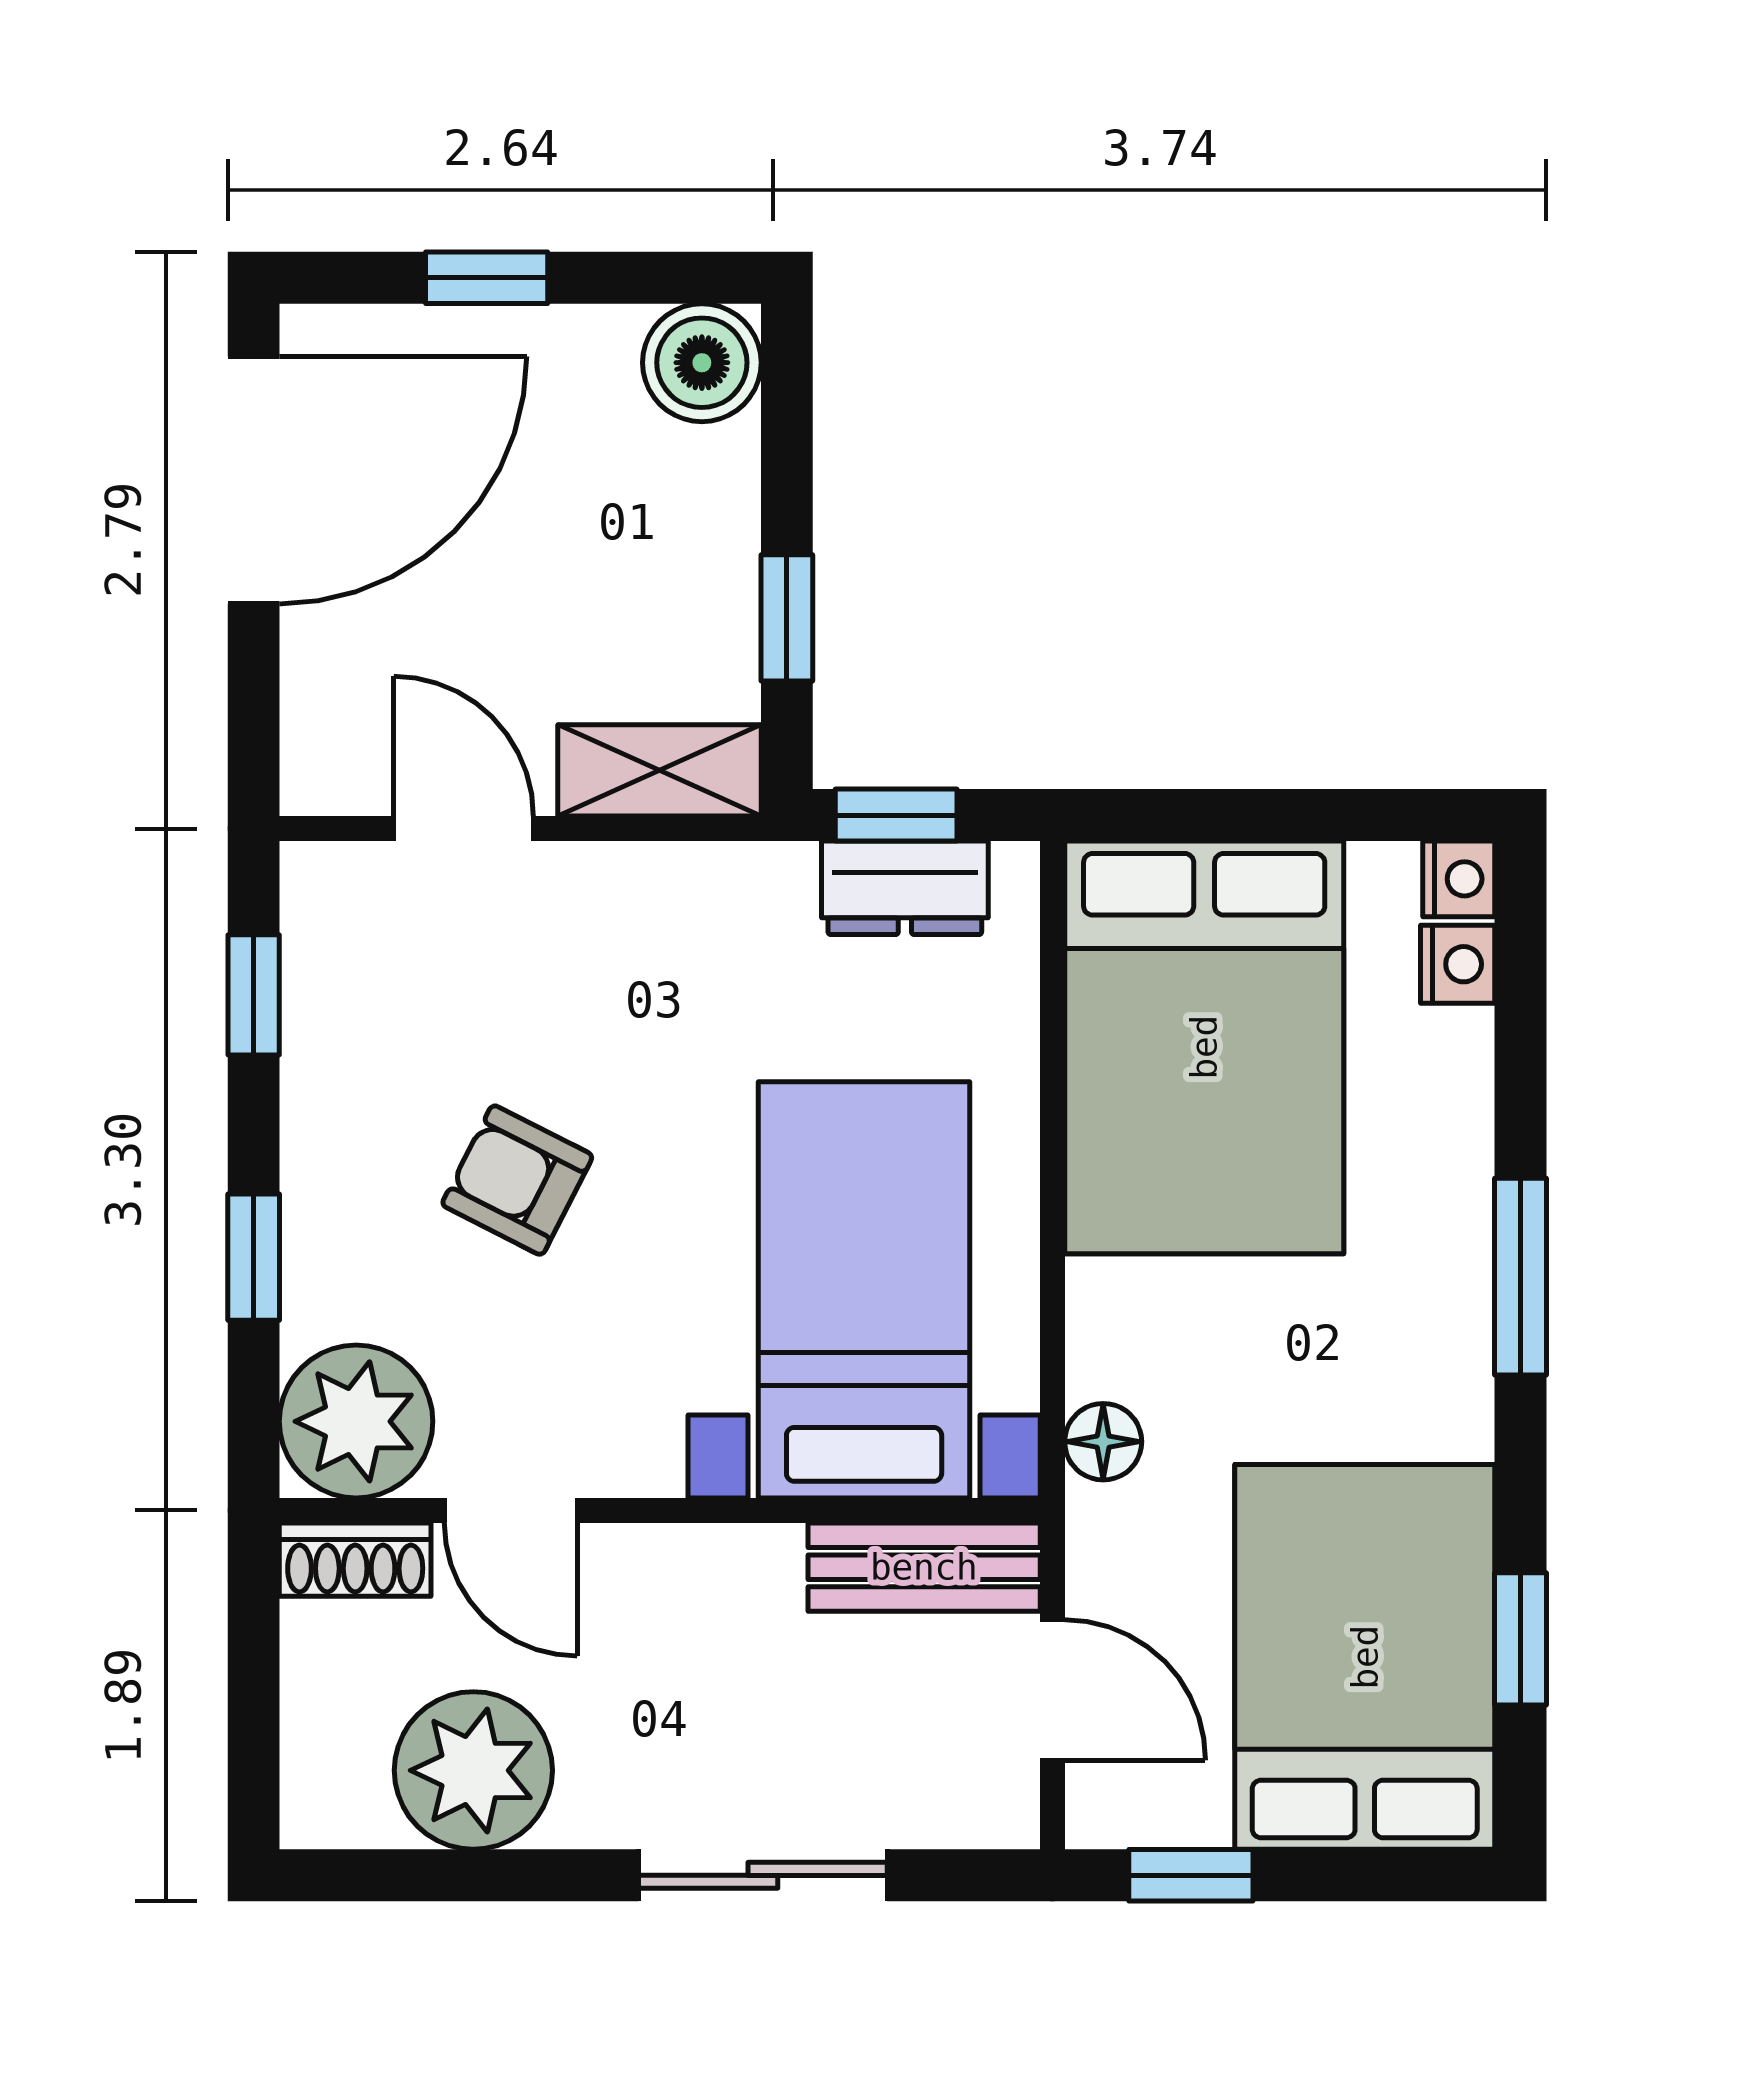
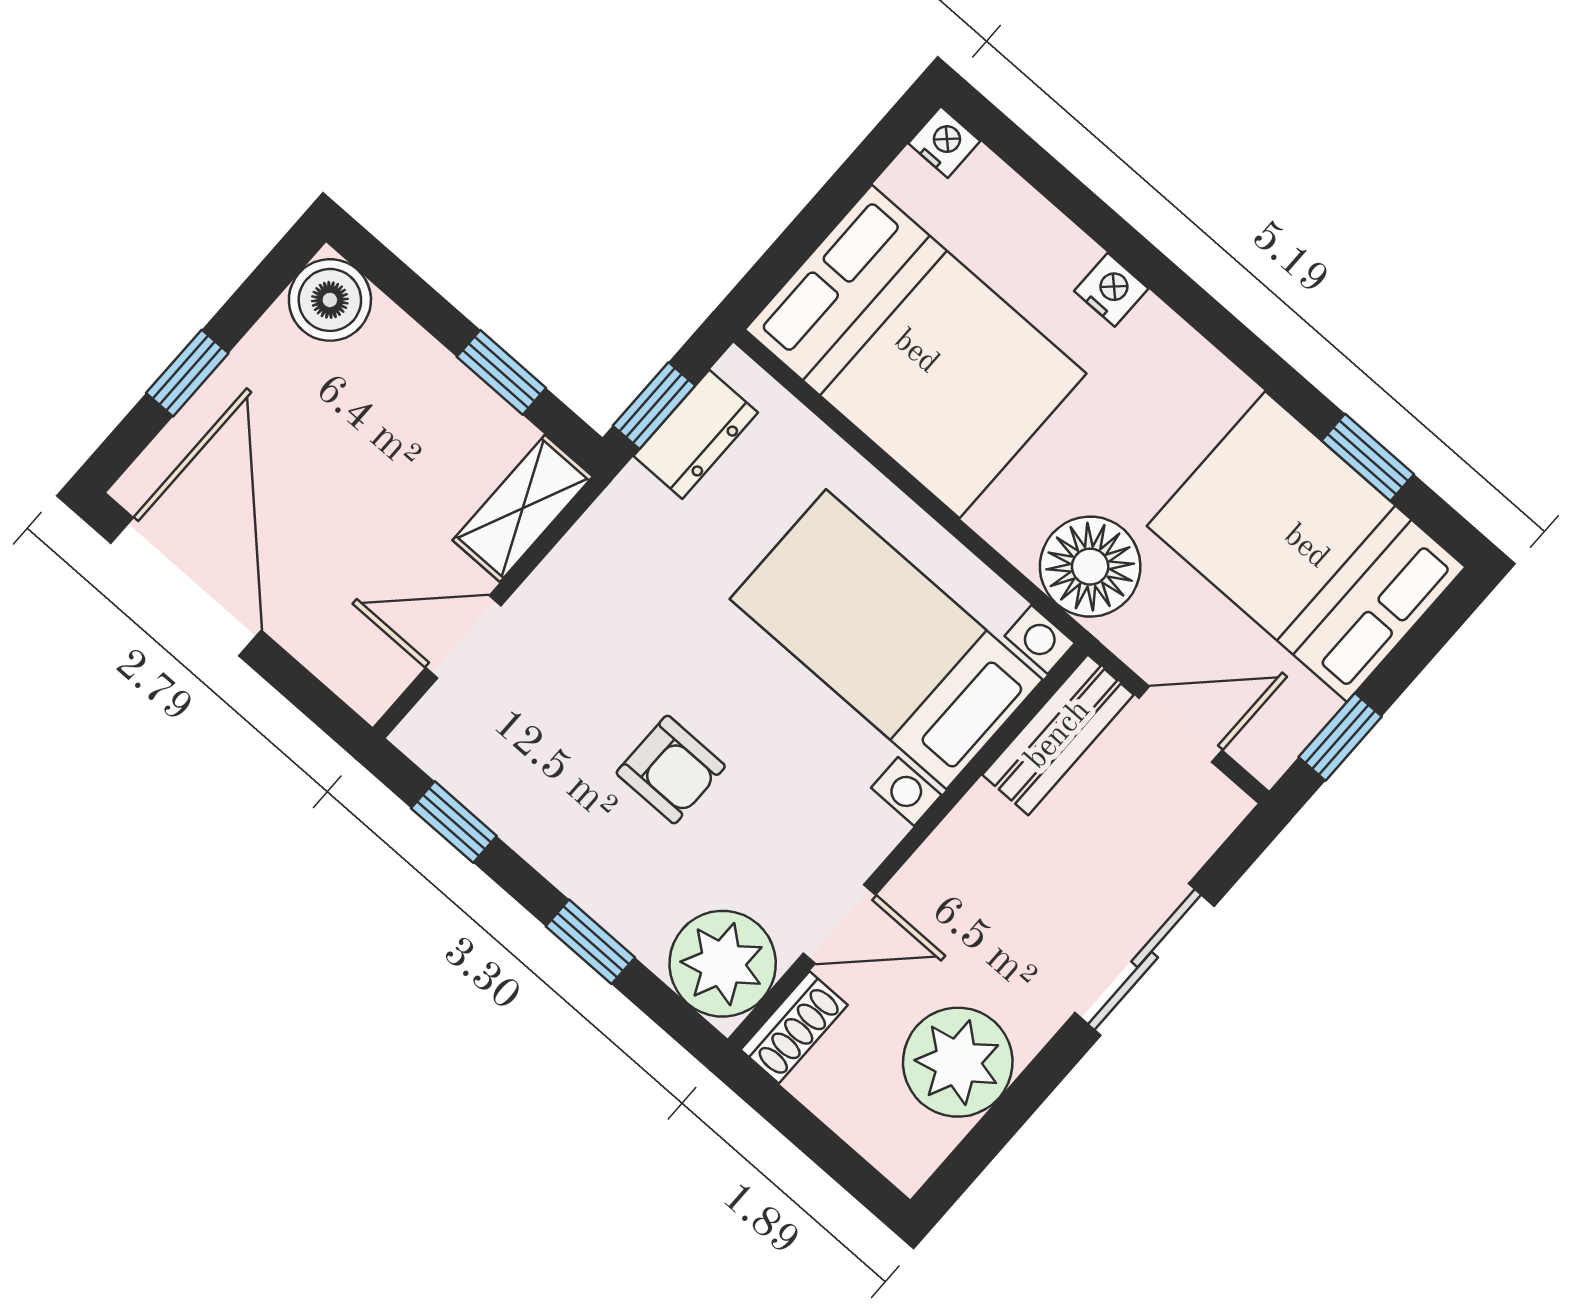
nightstand: (1458, 964) -> (1111, 290), moved
armchair: (517, 1180) -> (671, 770), turned -117
window: (1520, 1277) -> (1179, 292), removed
floor lamp: (1103, 1442) -> (1090, 567), width x1.89, depth x1.89

